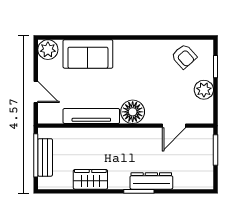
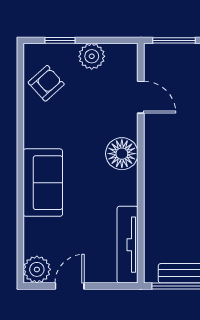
sofa: (88, 54) -> (43, 183), moved
door: (36, 92) -> (70, 286), moved
tv unit: (91, 116) -> (128, 245), moved

